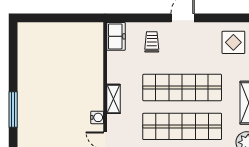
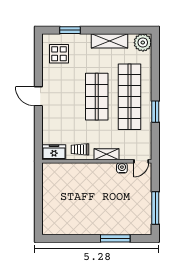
trolley: (152, 42) -> (80, 149), moved
shop shelf: (182, 88) -> (97, 97), width x0.71

